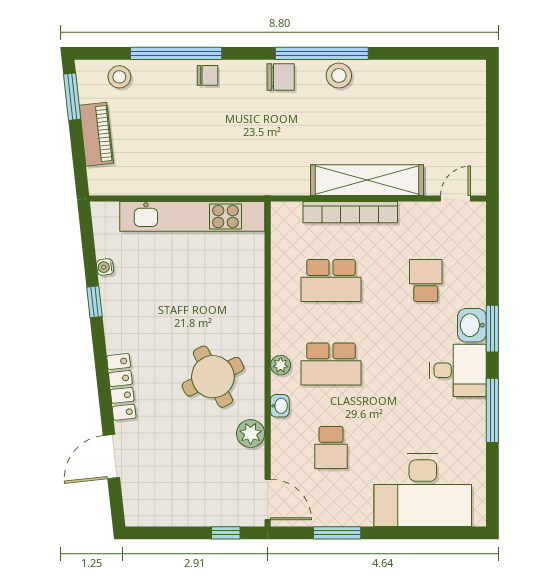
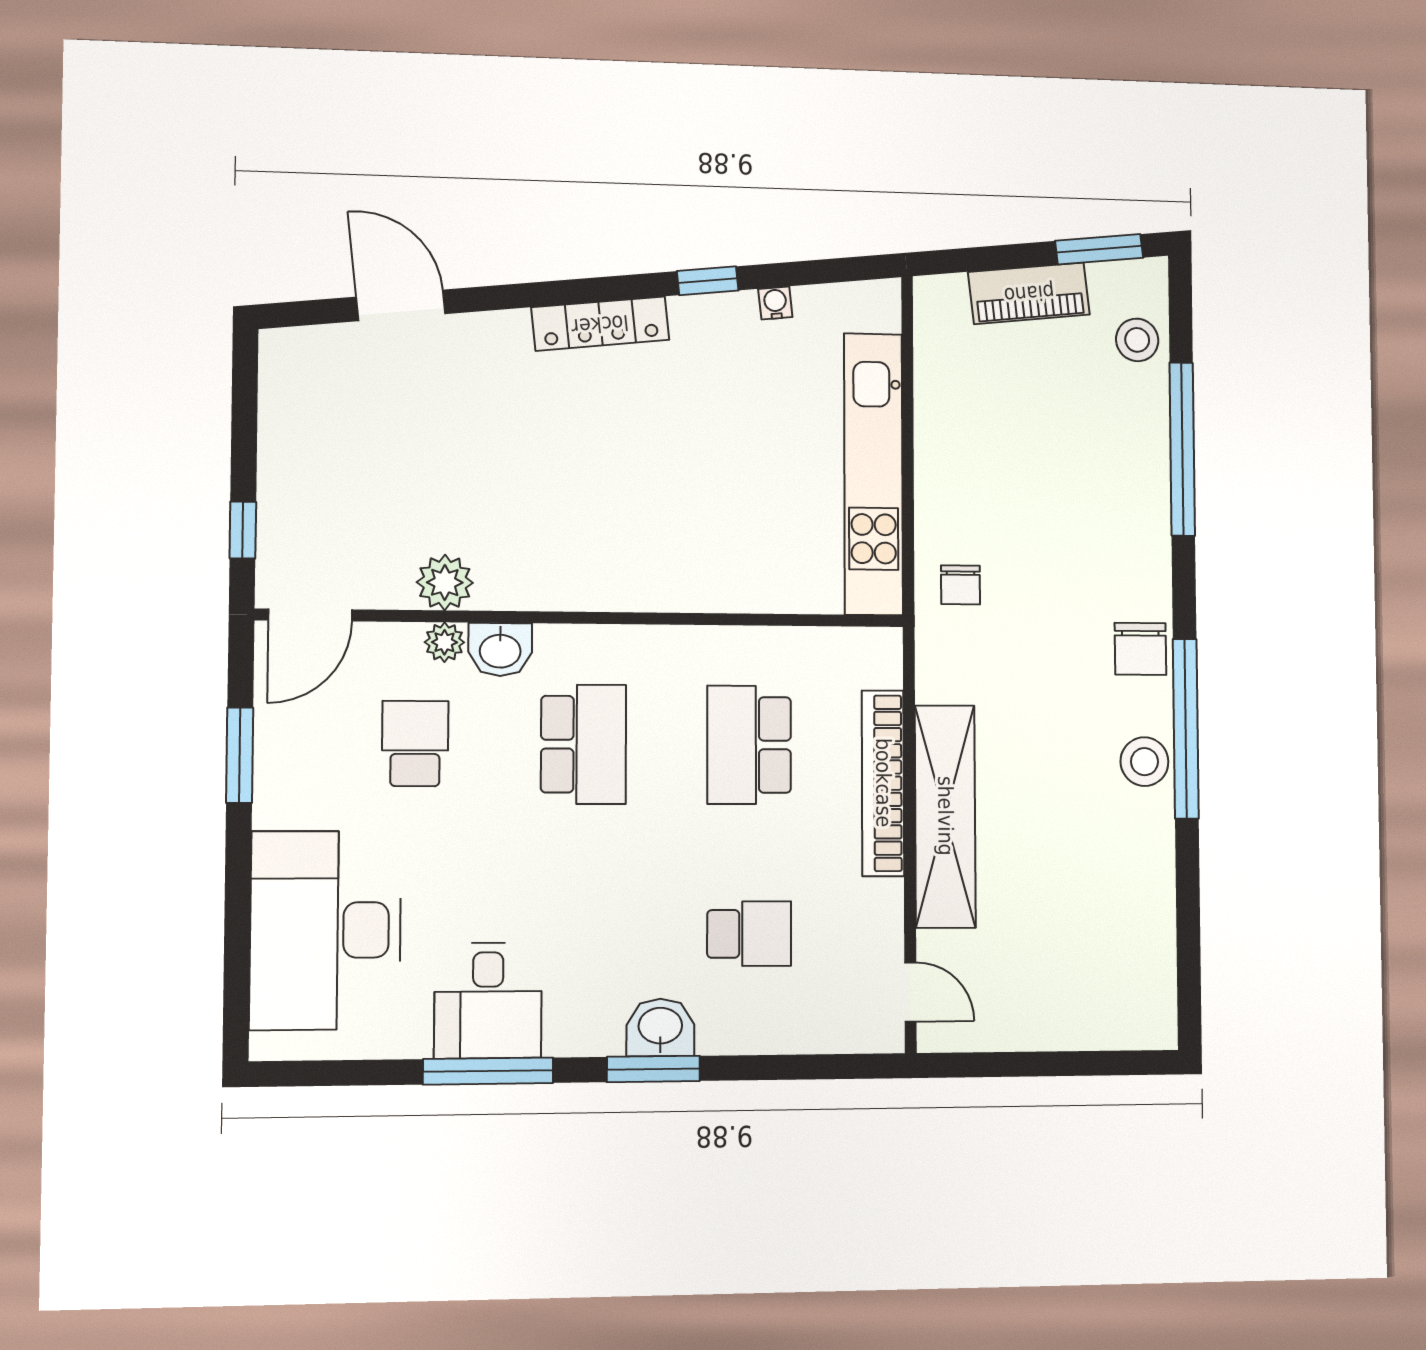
chair: (207, 75) -> (960, 585), moved
school desk: (331, 364) -> (584, 744), turned 180
plant: (281, 365) -> (444, 642), moved
desk: (458, 370) -> (488, 1001), moved
round table: (213, 377) -> (559, 509), removed
locker: (121, 387) -> (600, 324), moved
washbasin: (280, 406) -> (500, 650), width x1.38, depth x1.45
school desk: (331, 447) -> (415, 744), turned 90

